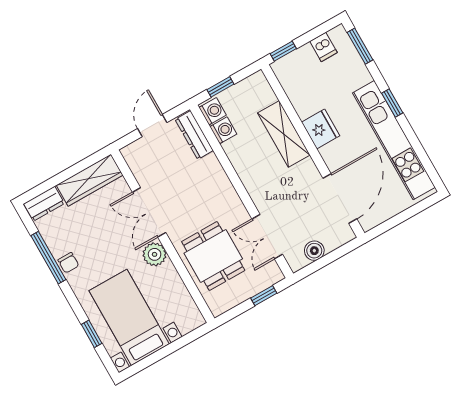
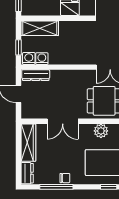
shelving: (284, 134) -> (40, 28), moved
plant: (155, 254) -> (101, 131), moved

